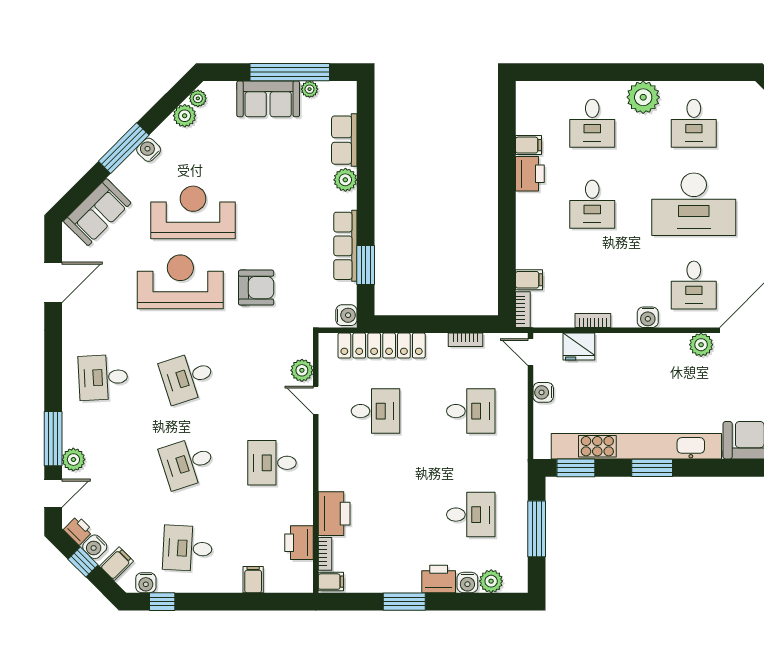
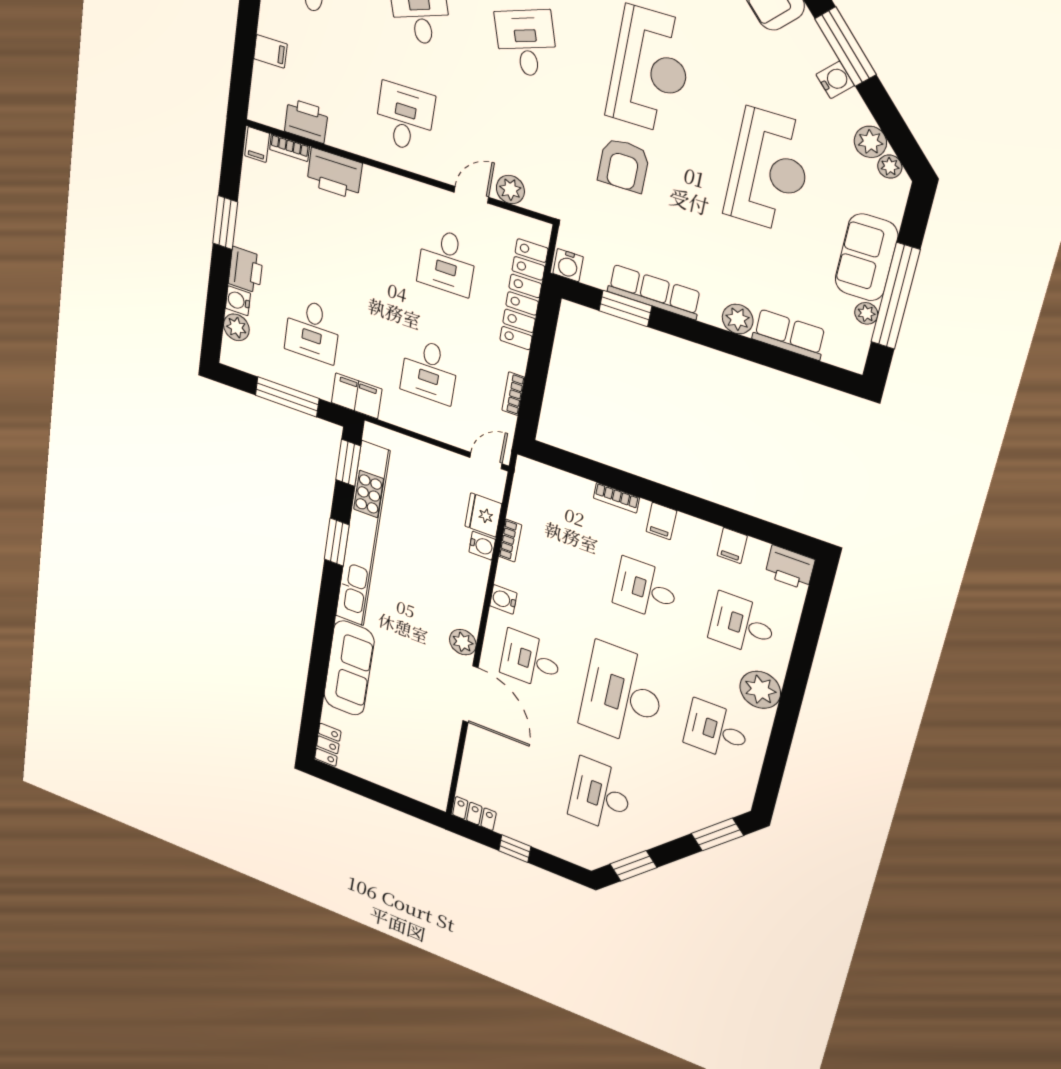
printer: (530, 174) -> (790, 568), moved
reception desk: (193, 212) -> (769, 170), moved
filing cabinet: (529, 280) -> (661, 521), moved
bookcase: (523, 310) -> (616, 498), moved
water cooler: (543, 392) -> (482, 546), moved, turned 90
filing cabinet: (514, 469) -> (357, 396), added

